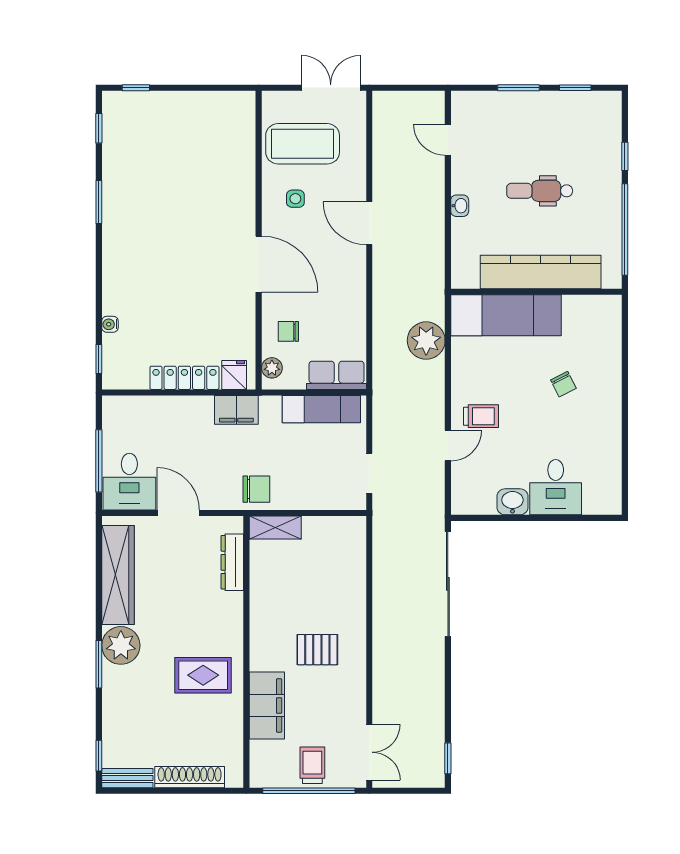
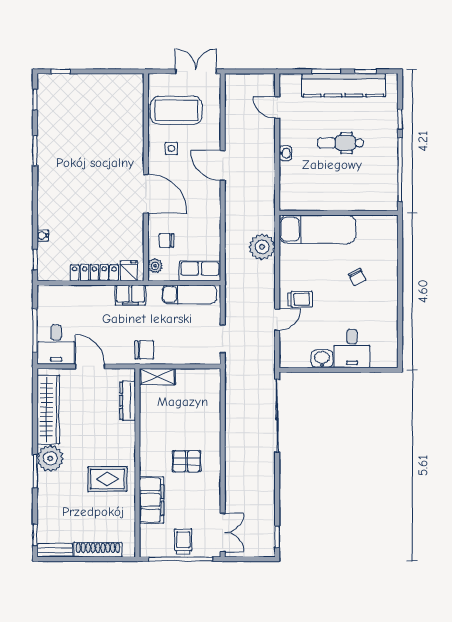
kitchen counter: (541, 272) -> (344, 85), moved, turned 180

